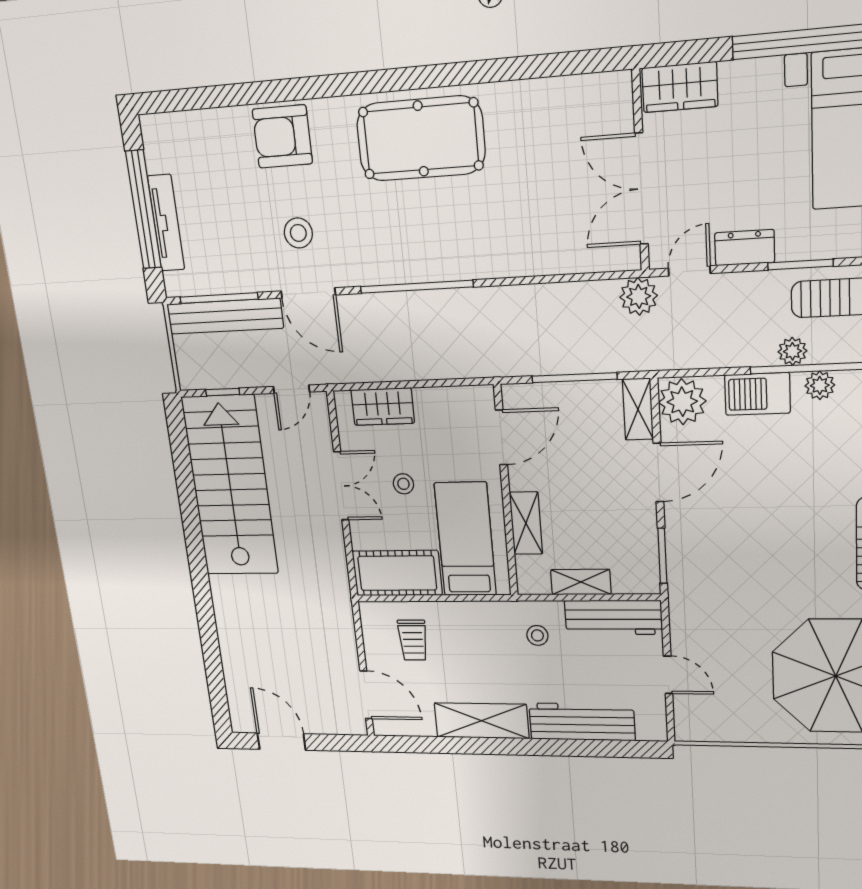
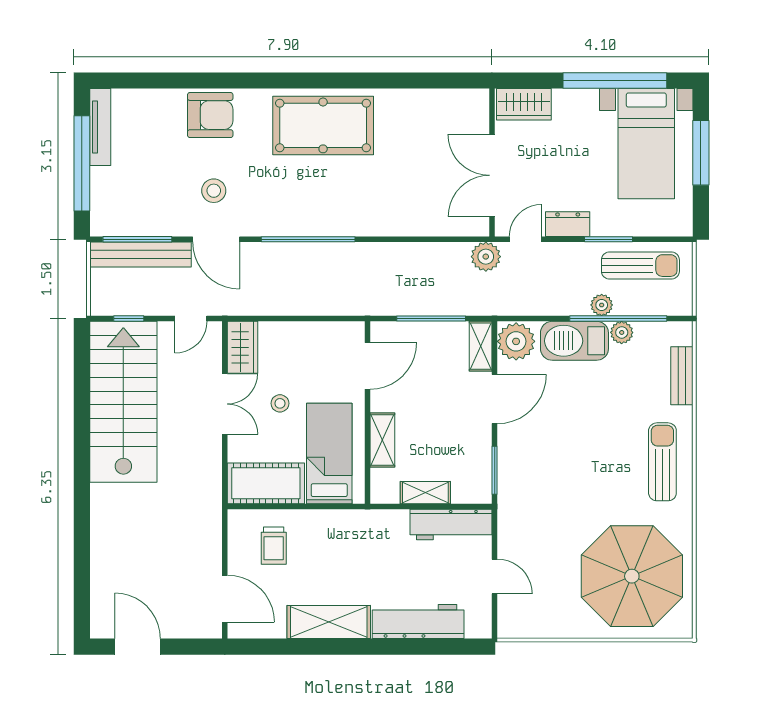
armchair: (282, 136) -> (210, 115), turned 180
tv unit: (166, 223) -> (100, 127), moved
barbecue: (757, 394) -> (574, 341), width x1.37, depth x1.21
wardrobe: (383, 407) -> (242, 347), moved, turned -90
stool: (537, 635) -> (385, 541), removed

